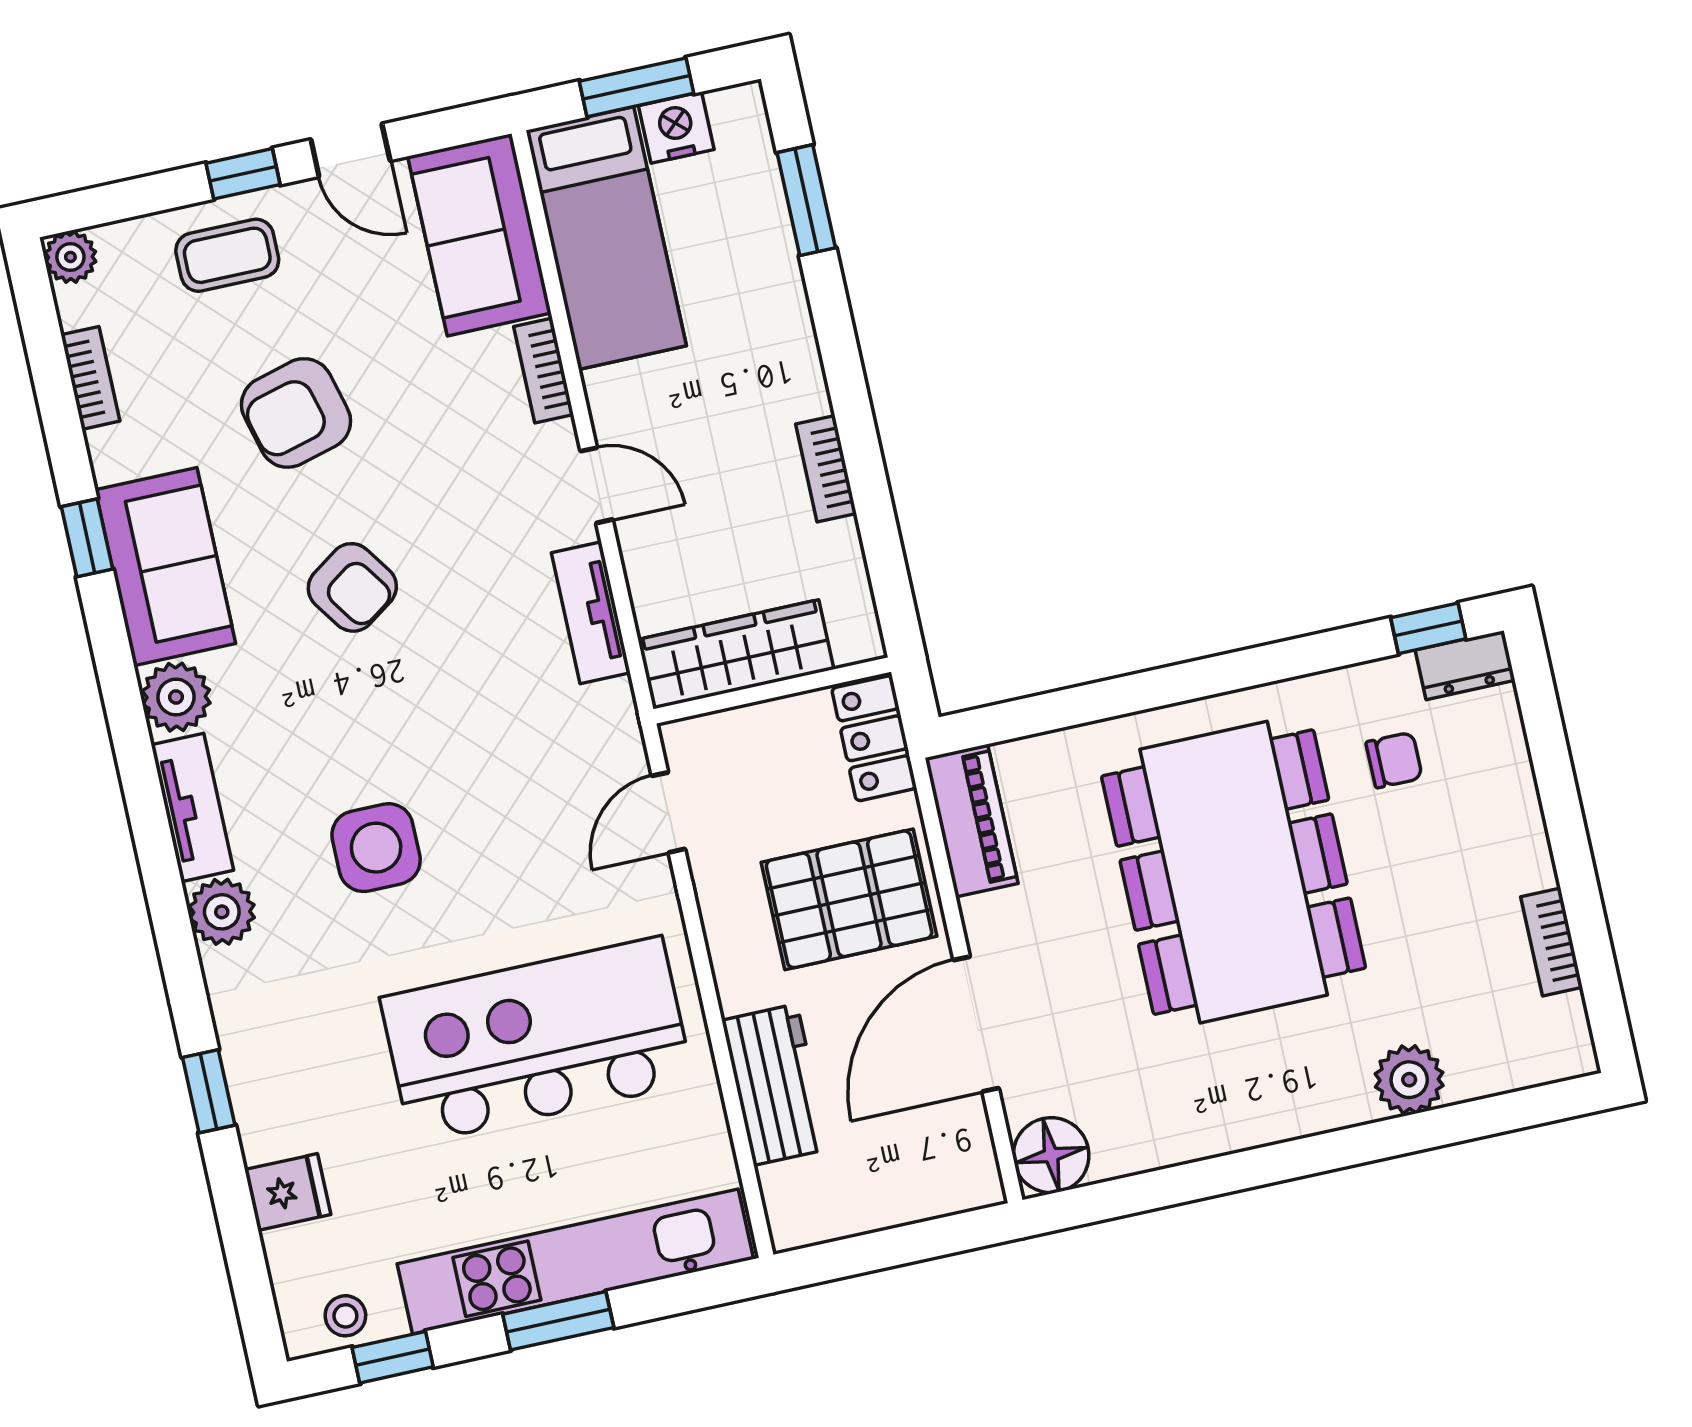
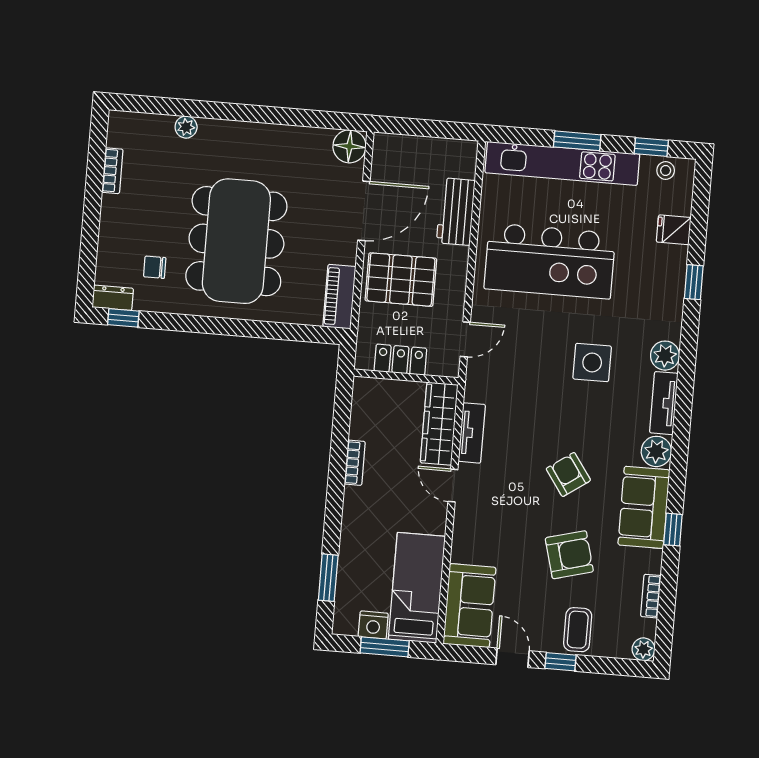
coffee table: (227, 255) -> (578, 630), turned 90
bookcase: (544, 371) -> (460, 540), removed
wardrobe: (736, 654) -> (439, 424), moved, turned 90
locker: (874, 738) -> (400, 360), moved, turned -90
plant: (1409, 1080) -> (186, 127), width x0.73, depth x0.73

